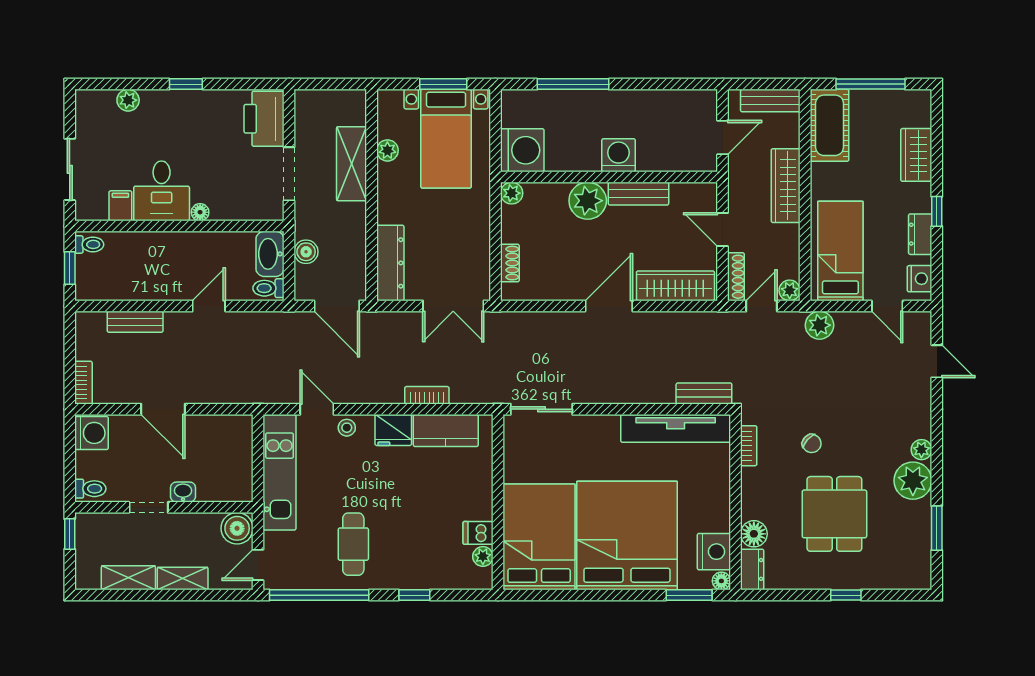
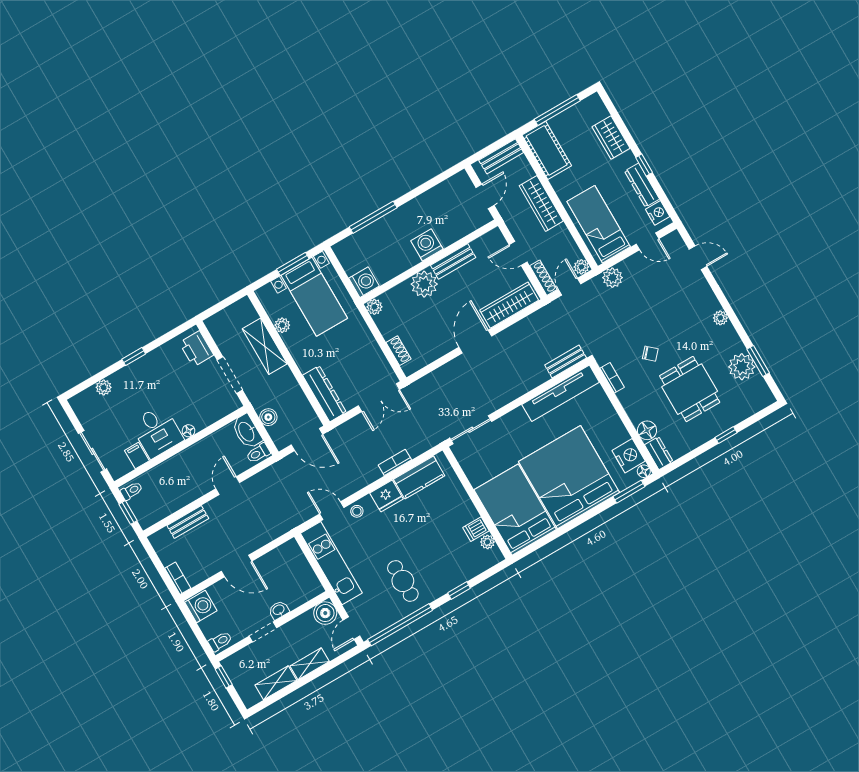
printer: (264, 119) -> (196, 349), width x0.73, depth x0.84
washing machine: (522, 150) -> (364, 282), width x0.73, depth x0.73
dresser: (920, 234) -> (642, 185), width x1.44
plant: (913, 481) -> (742, 367), moved

